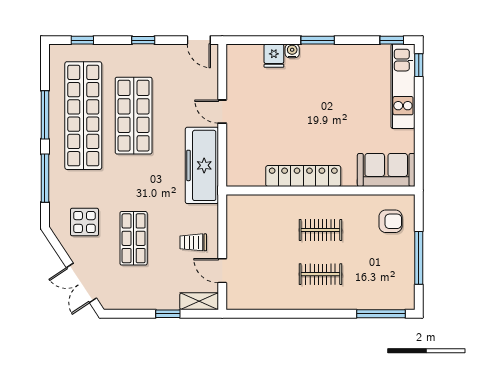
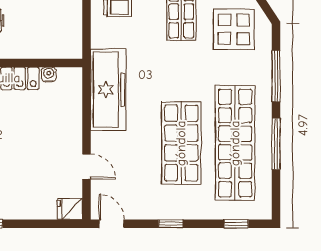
water cooler: (292, 51) -> (49, 74), moved, turned 180
fridge: (274, 56) -> (70, 209), moved, turned -90
door: (222, 112) -> (86, 167), moved
display table: (84, 222) -> (234, 29), width x1.36, depth x1.36

